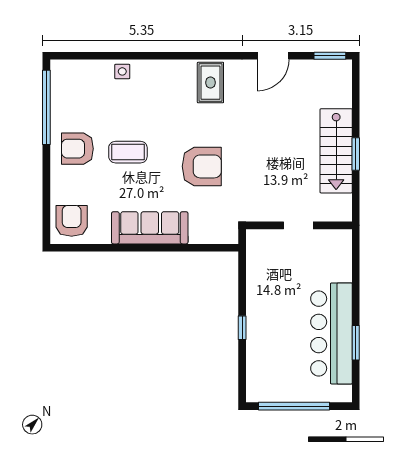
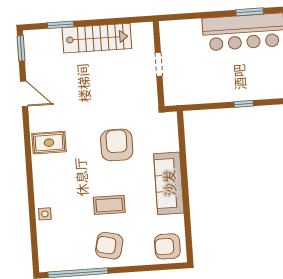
armchair: (77, 149) -> (109, 246), turned 103
coffee table: (128, 152) -> (109, 205), turned 90
window: (356, 154) -> (61, 25), moved

